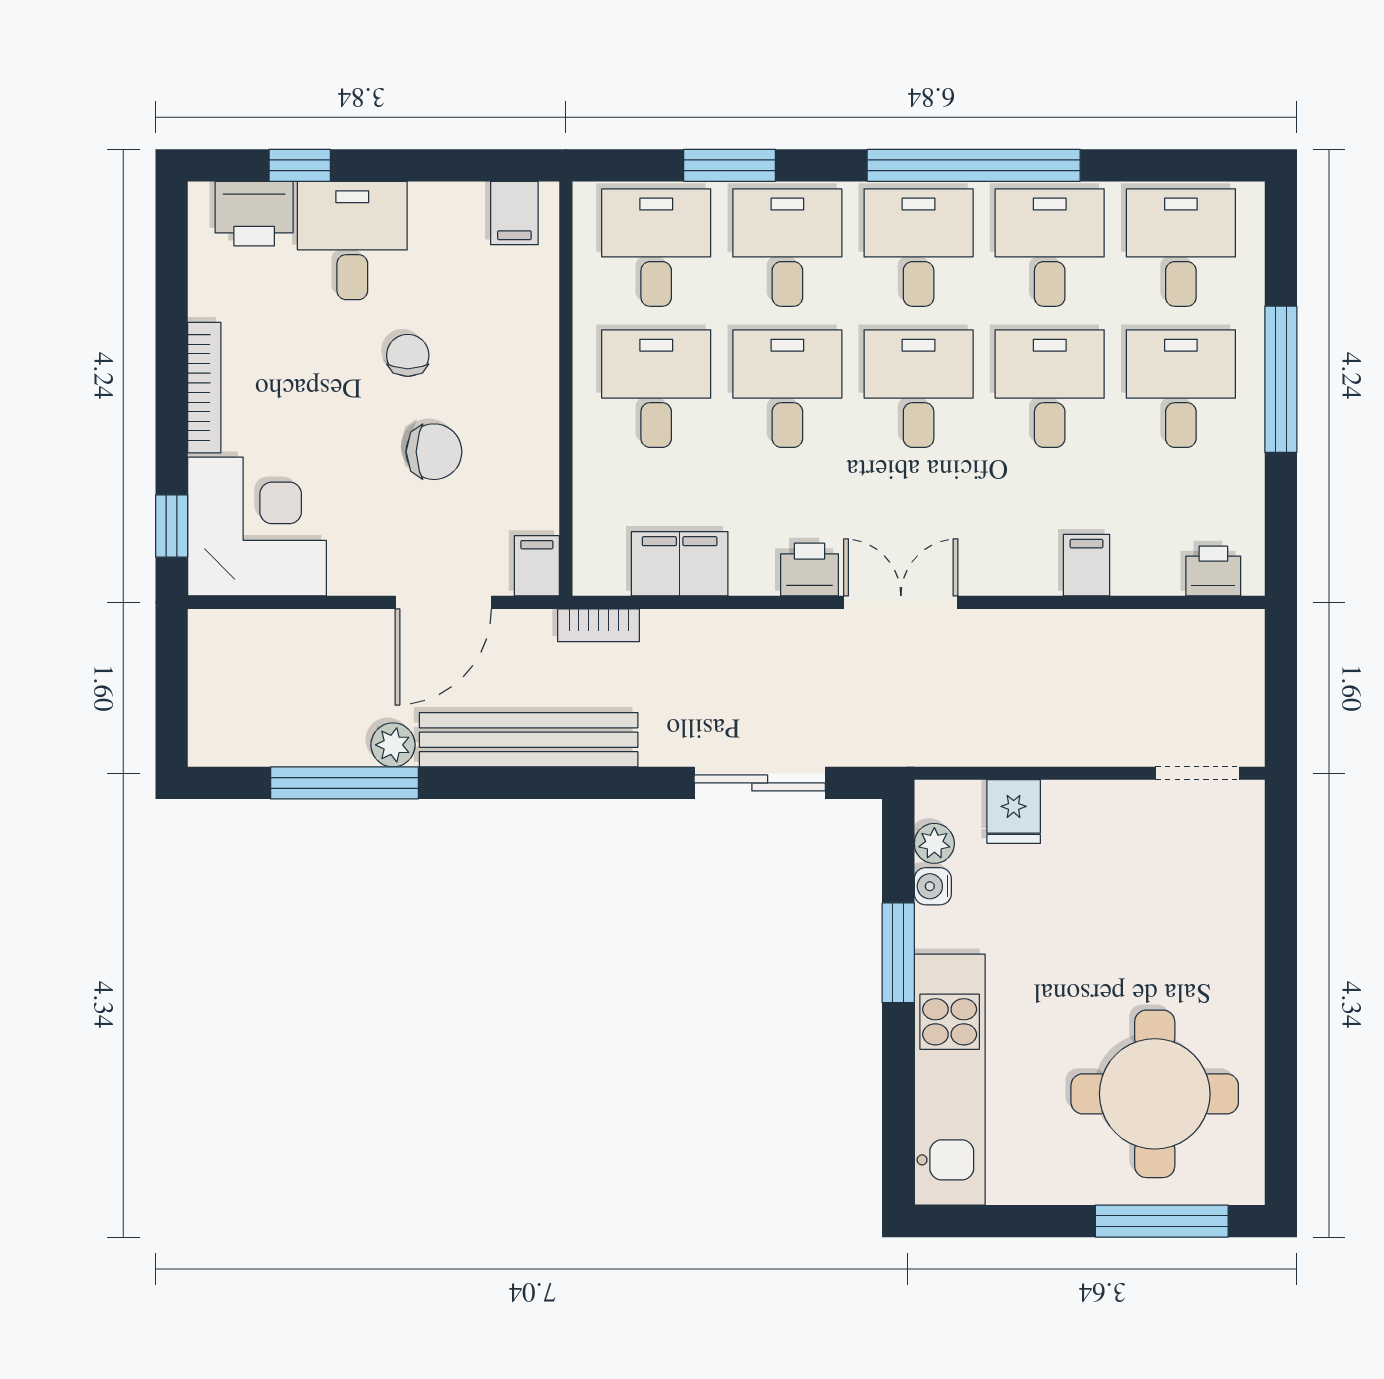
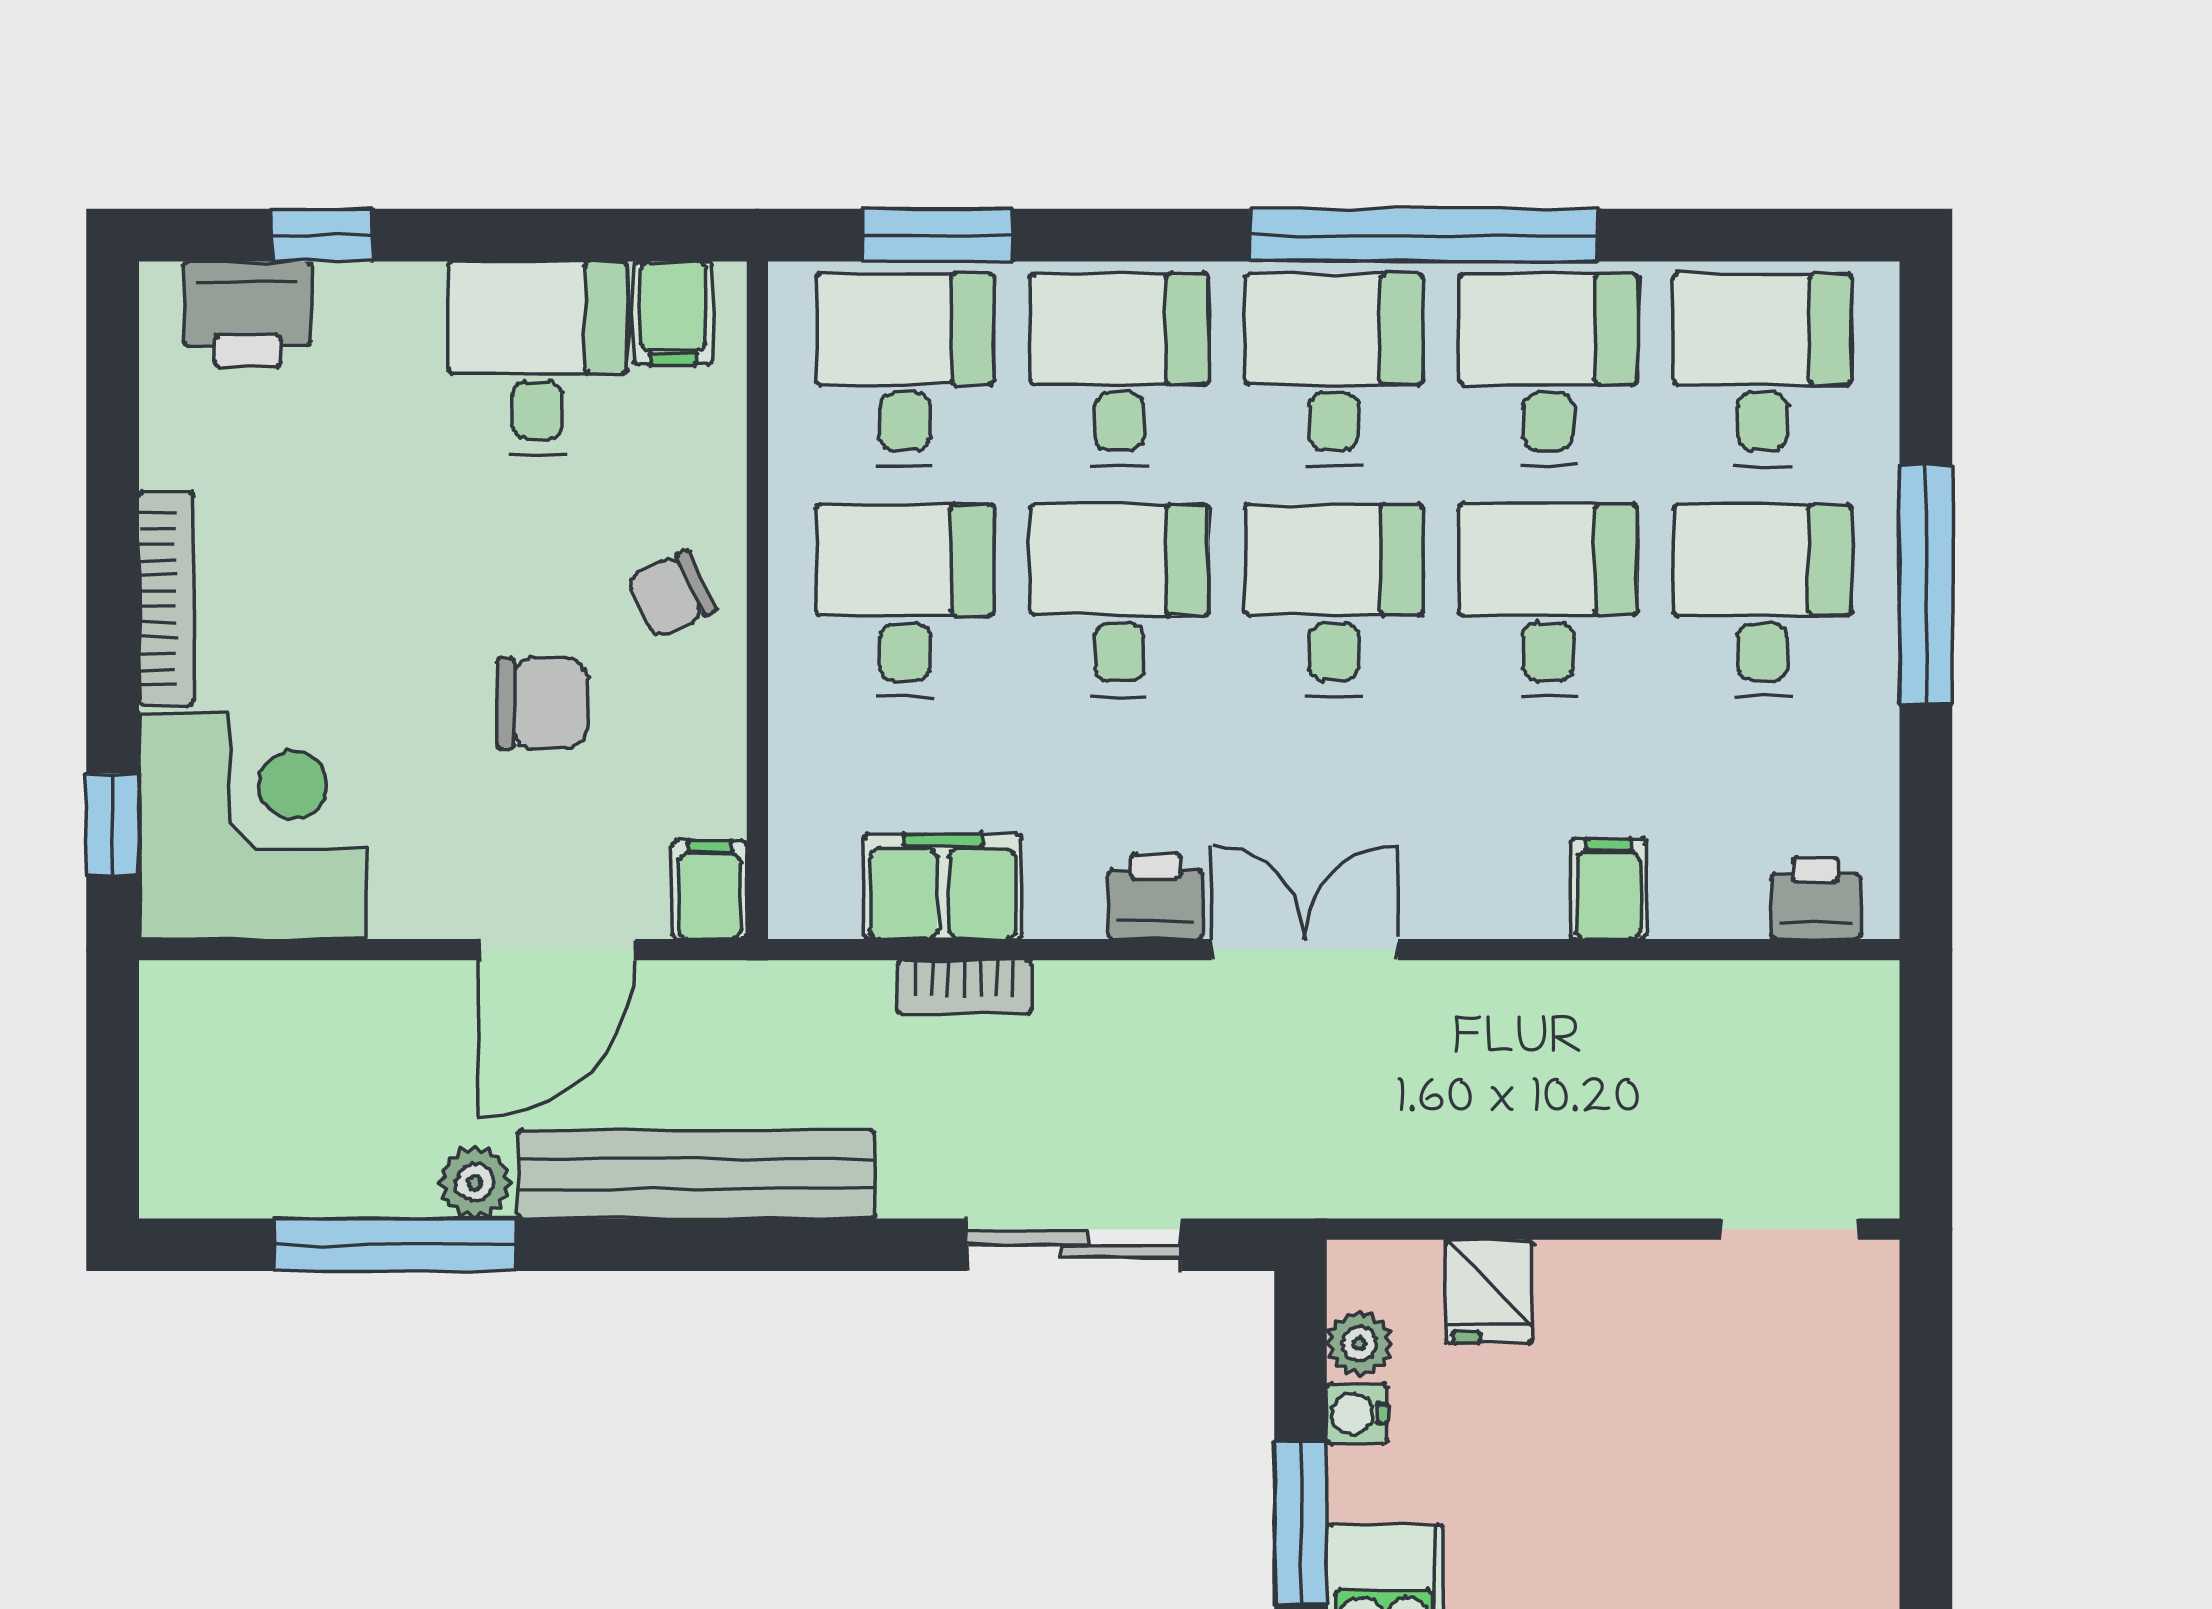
window: (730, 165) -> (937, 235), moved
desk: (352, 240) -> (538, 358), moved
chair: (408, 355) -> (671, 594), moved, turned -115
bookcase: (599, 625) -> (964, 987), moved

